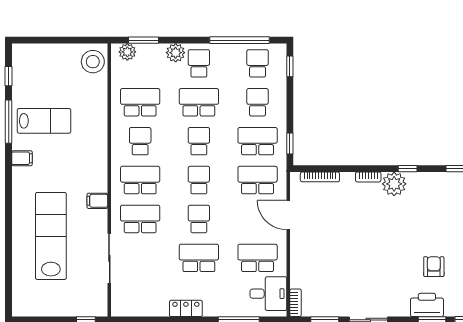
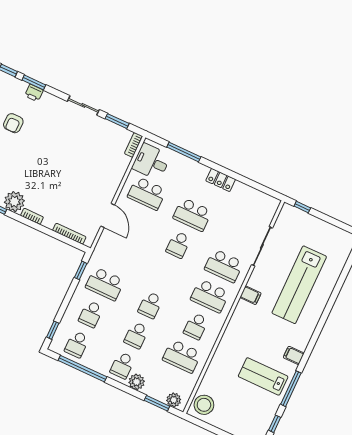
school desk: (199, 102) -> (136, 335), width x0.54
school desk: (199, 180) -> (164, 275), removed
school desk: (258, 180) -> (119, 254), removed
printer: (427, 305) -> (34, 93), width x0.53, depth x0.68

